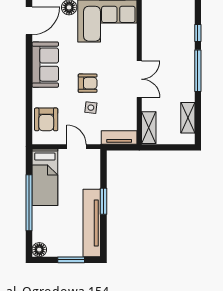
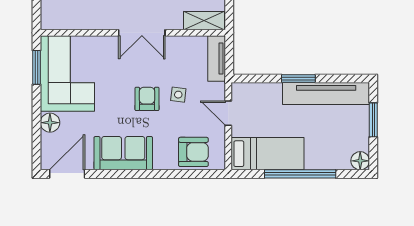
door: (29, 21) -> (67, 174), hinge flipped
double door: (139, 79) -> (142, 33), swing flipped
door: (77, 147) -> (228, 113), hinge flipped

